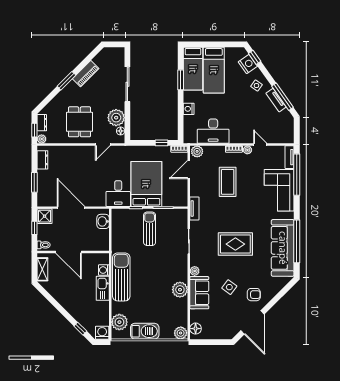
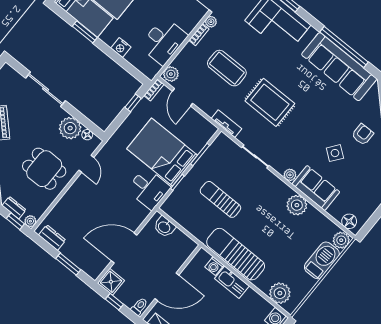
sun lounger: (150, 229) -> (220, 199), moved
rug: (235, 244) -> (270, 102), moved, turned 90
barbecue: (145, 331) -> (322, 260), moved

